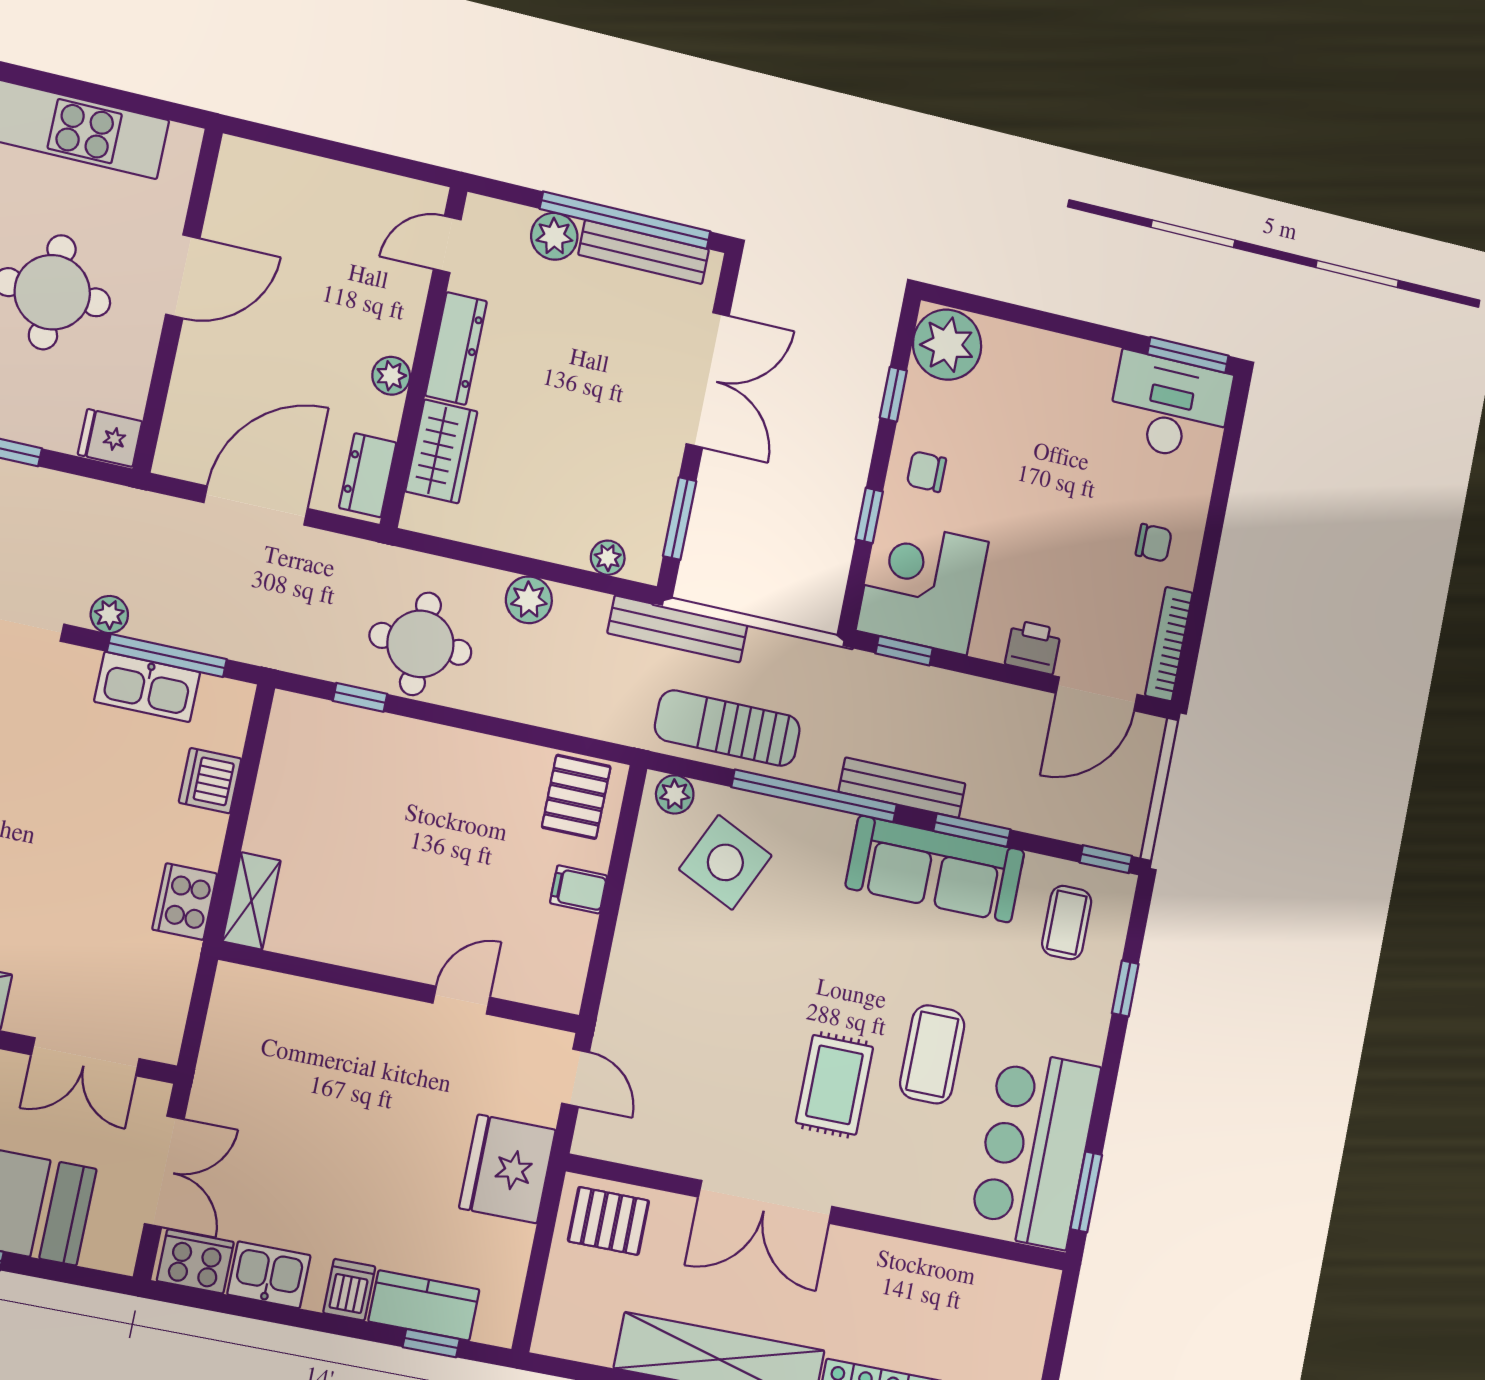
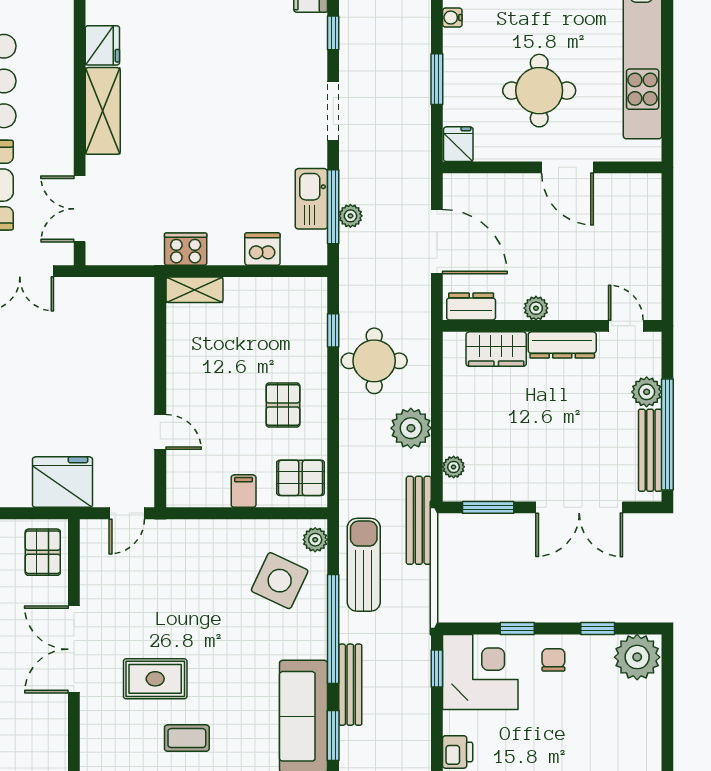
plant: (529, 600) -> (411, 428), width x1.36, depth x1.36
plant: (109, 615) -> (350, 216), moved
pallet: (459, 800) -> (283, 405), added
coffee table: (932, 1054) -> (187, 738), width x0.73, depth x0.77

